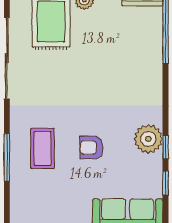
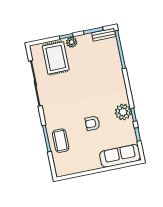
coffee table: (42, 148) -> (61, 141), moved

